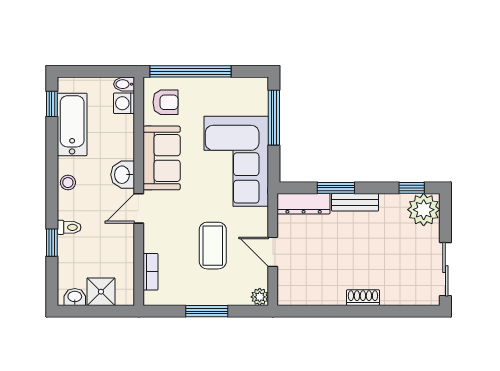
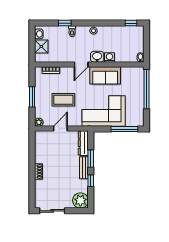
armchair: (166, 102) -> (132, 77), removed
washing machine: (124, 103) -> (110, 57), moved
bathtub: (72, 124) -> (121, 33), removed
window: (412, 188) -> (91, 181), moved
door: (139, 208) -> (81, 64), swing flipped

